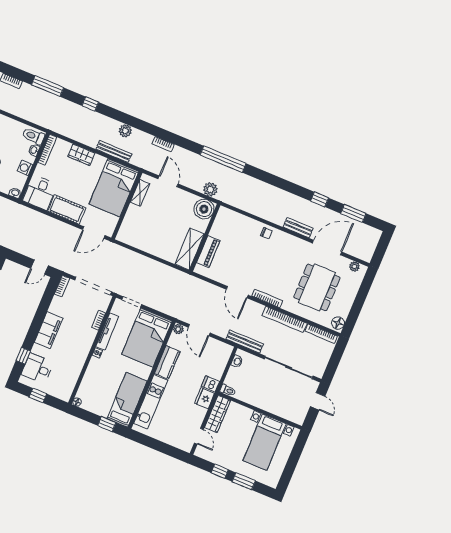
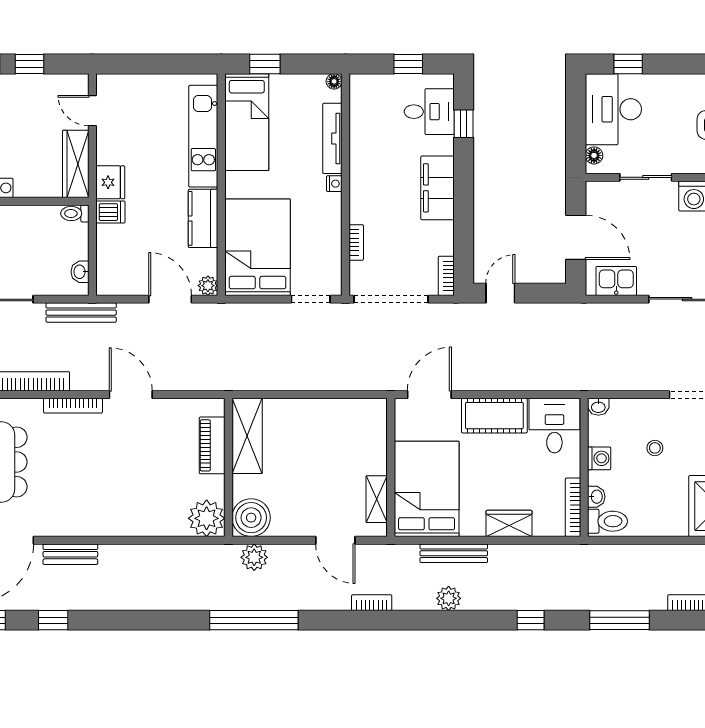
plant: (226, 218) -> (207, 518), added
chair: (266, 233) -> (122, 521), removed
tv unit: (107, 332) -> (332, 138), moved

